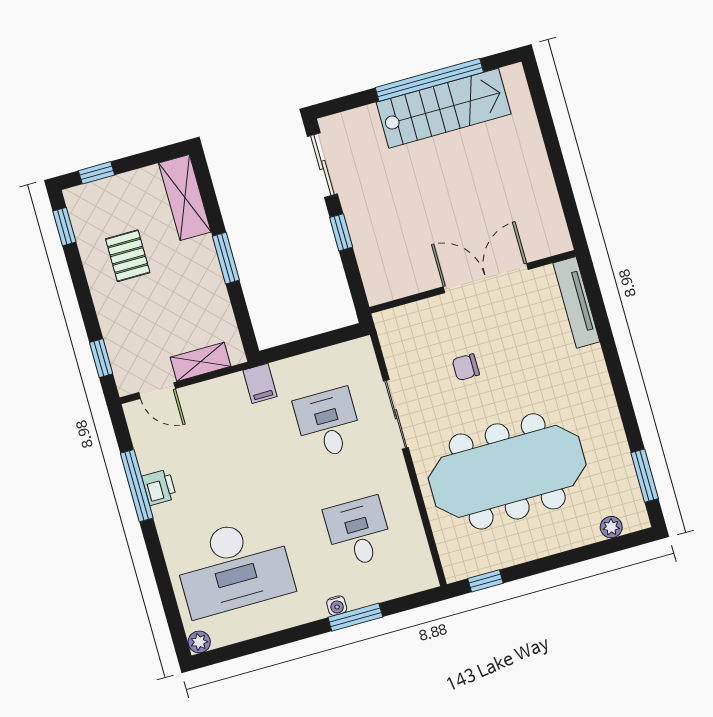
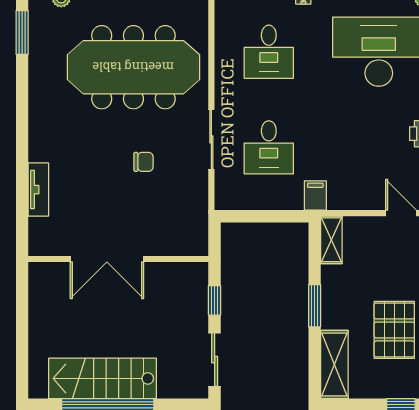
pallet: (128, 256) -> (394, 330), width x1.50, depth x1.42
double door: (486, 278) -> (107, 259), moved
wall: (473, 282) -> (118, 259), moved
tv unit: (576, 302) -> (38, 190), width x0.71
shelving: (201, 362) -> (331, 240), moved, turned 90

